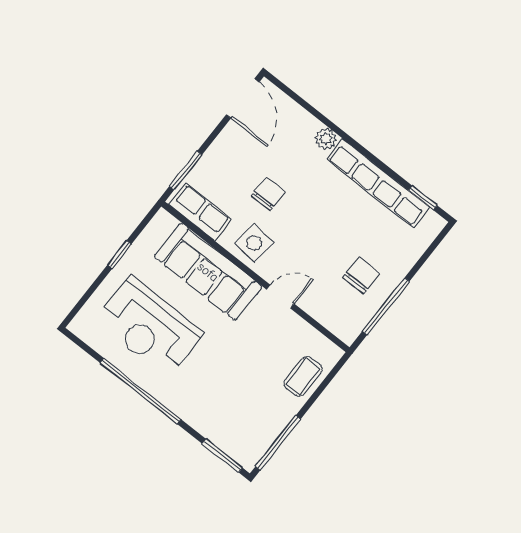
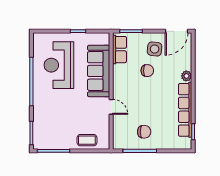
side table: (254, 243) -> (155, 49), moved

